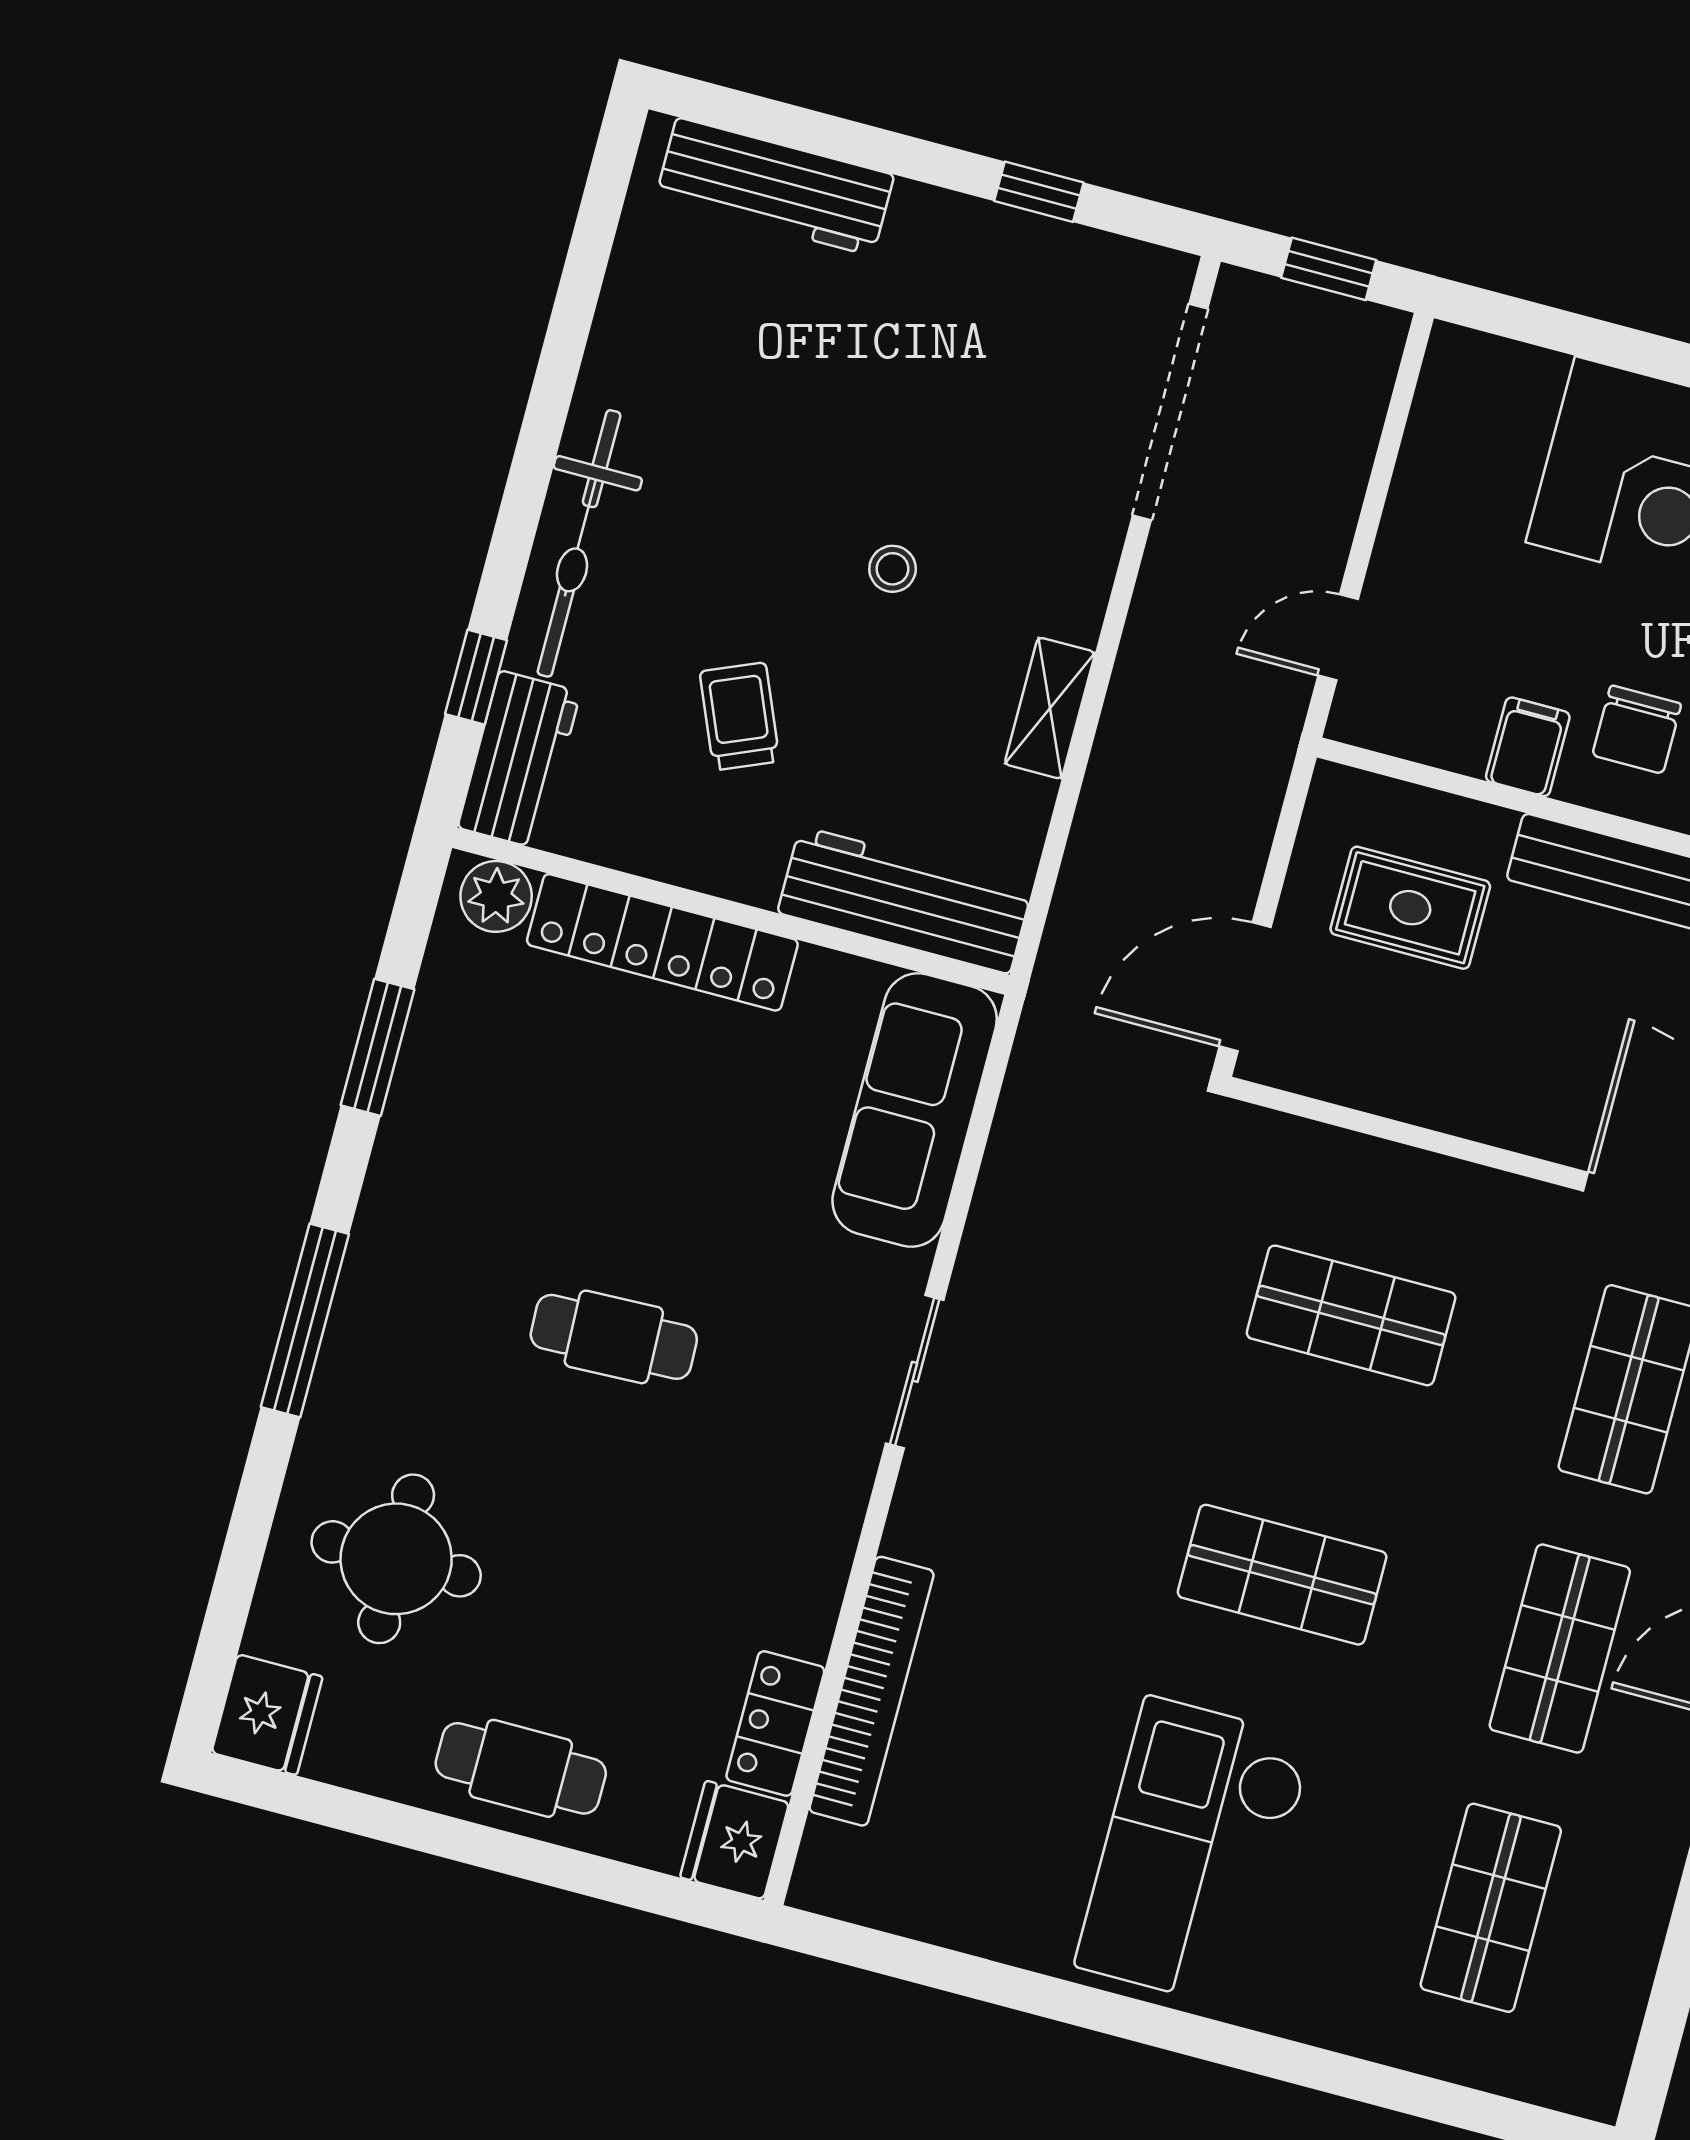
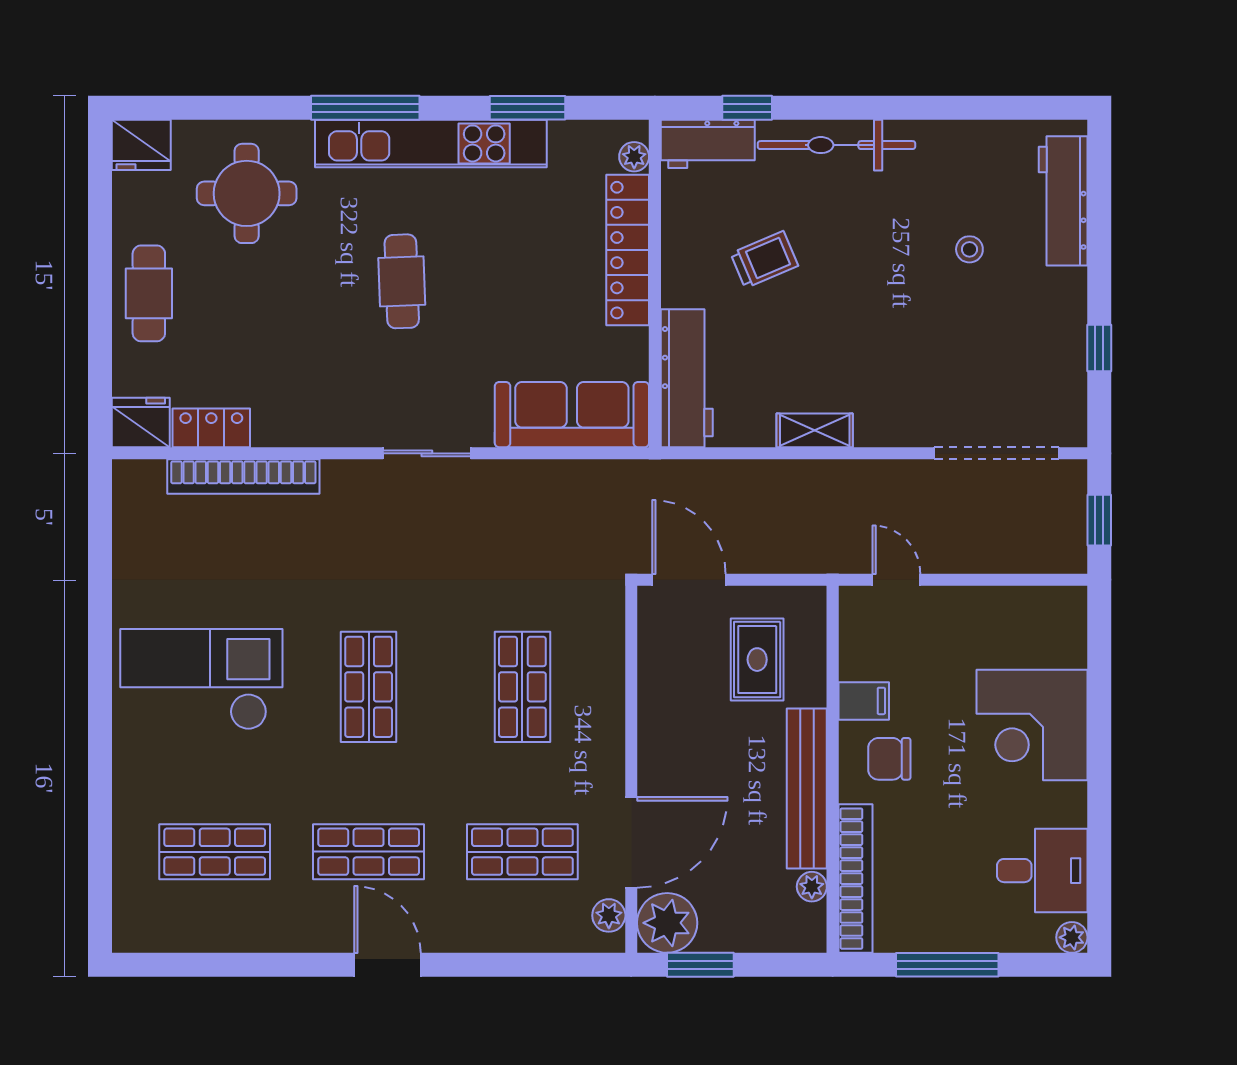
stool: (893, 569) -> (969, 249), moved
plant: (496, 896) -> (634, 157), width x0.73, depth x0.73
kitchen unit: (395, 1226) -> (431, 143), added

